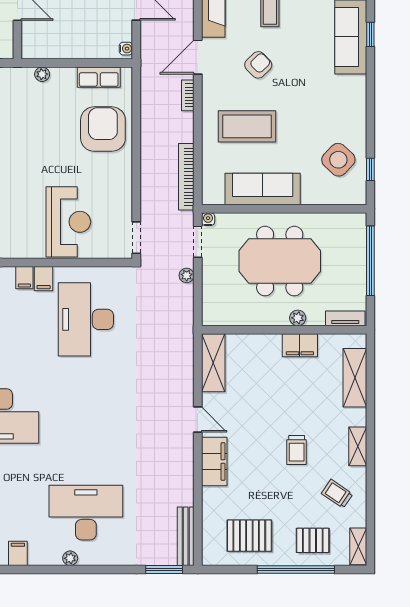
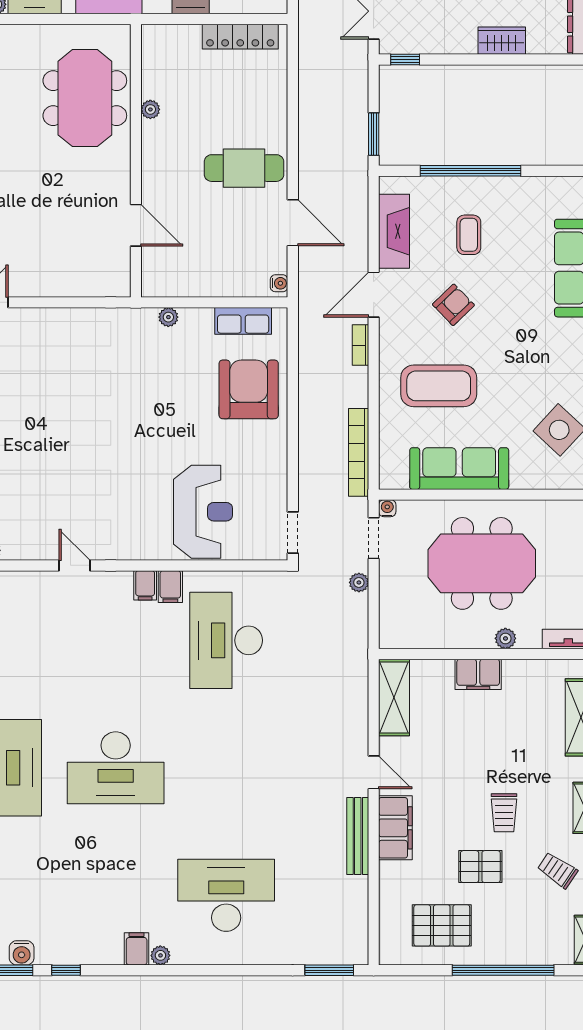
filing cabinet: (300, 345) -> (478, 674), moved
bench: (186, 536) -> (358, 836), moved
pallet: (313, 540) -> (480, 867), moved
plant: (70, 558) -> (160, 955), moved

